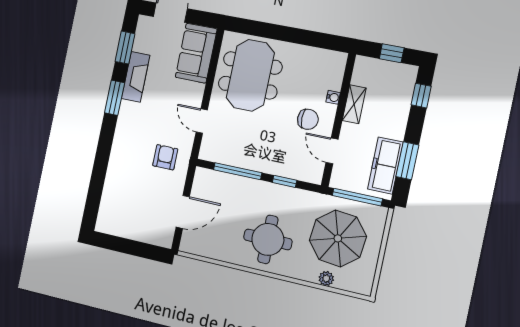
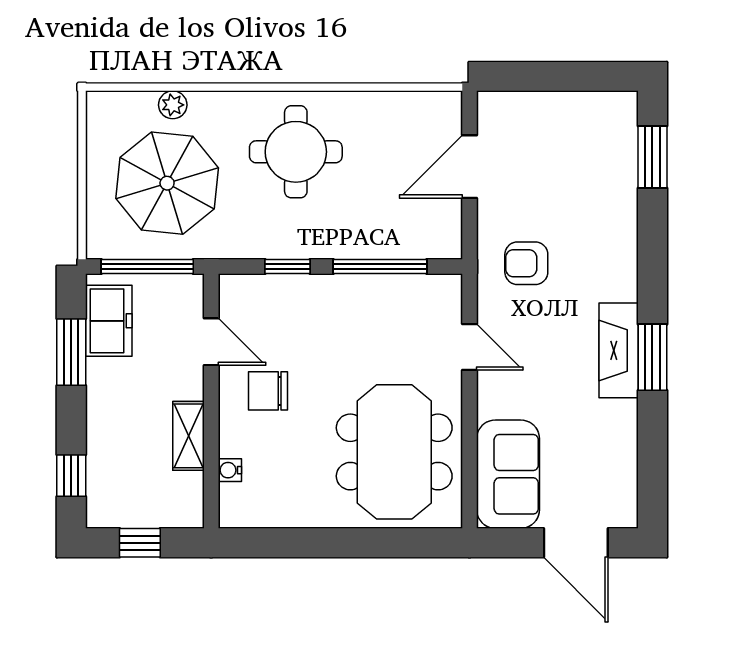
window: (125, 48) -> (652, 157), moved
fireplace: (136, 77) -> (619, 350), moved
water cooler: (333, 97) -> (230, 470), moved
armchair: (165, 157) -> (526, 263), turned 90
freezer: (385, 166) -> (109, 321), width x0.71

